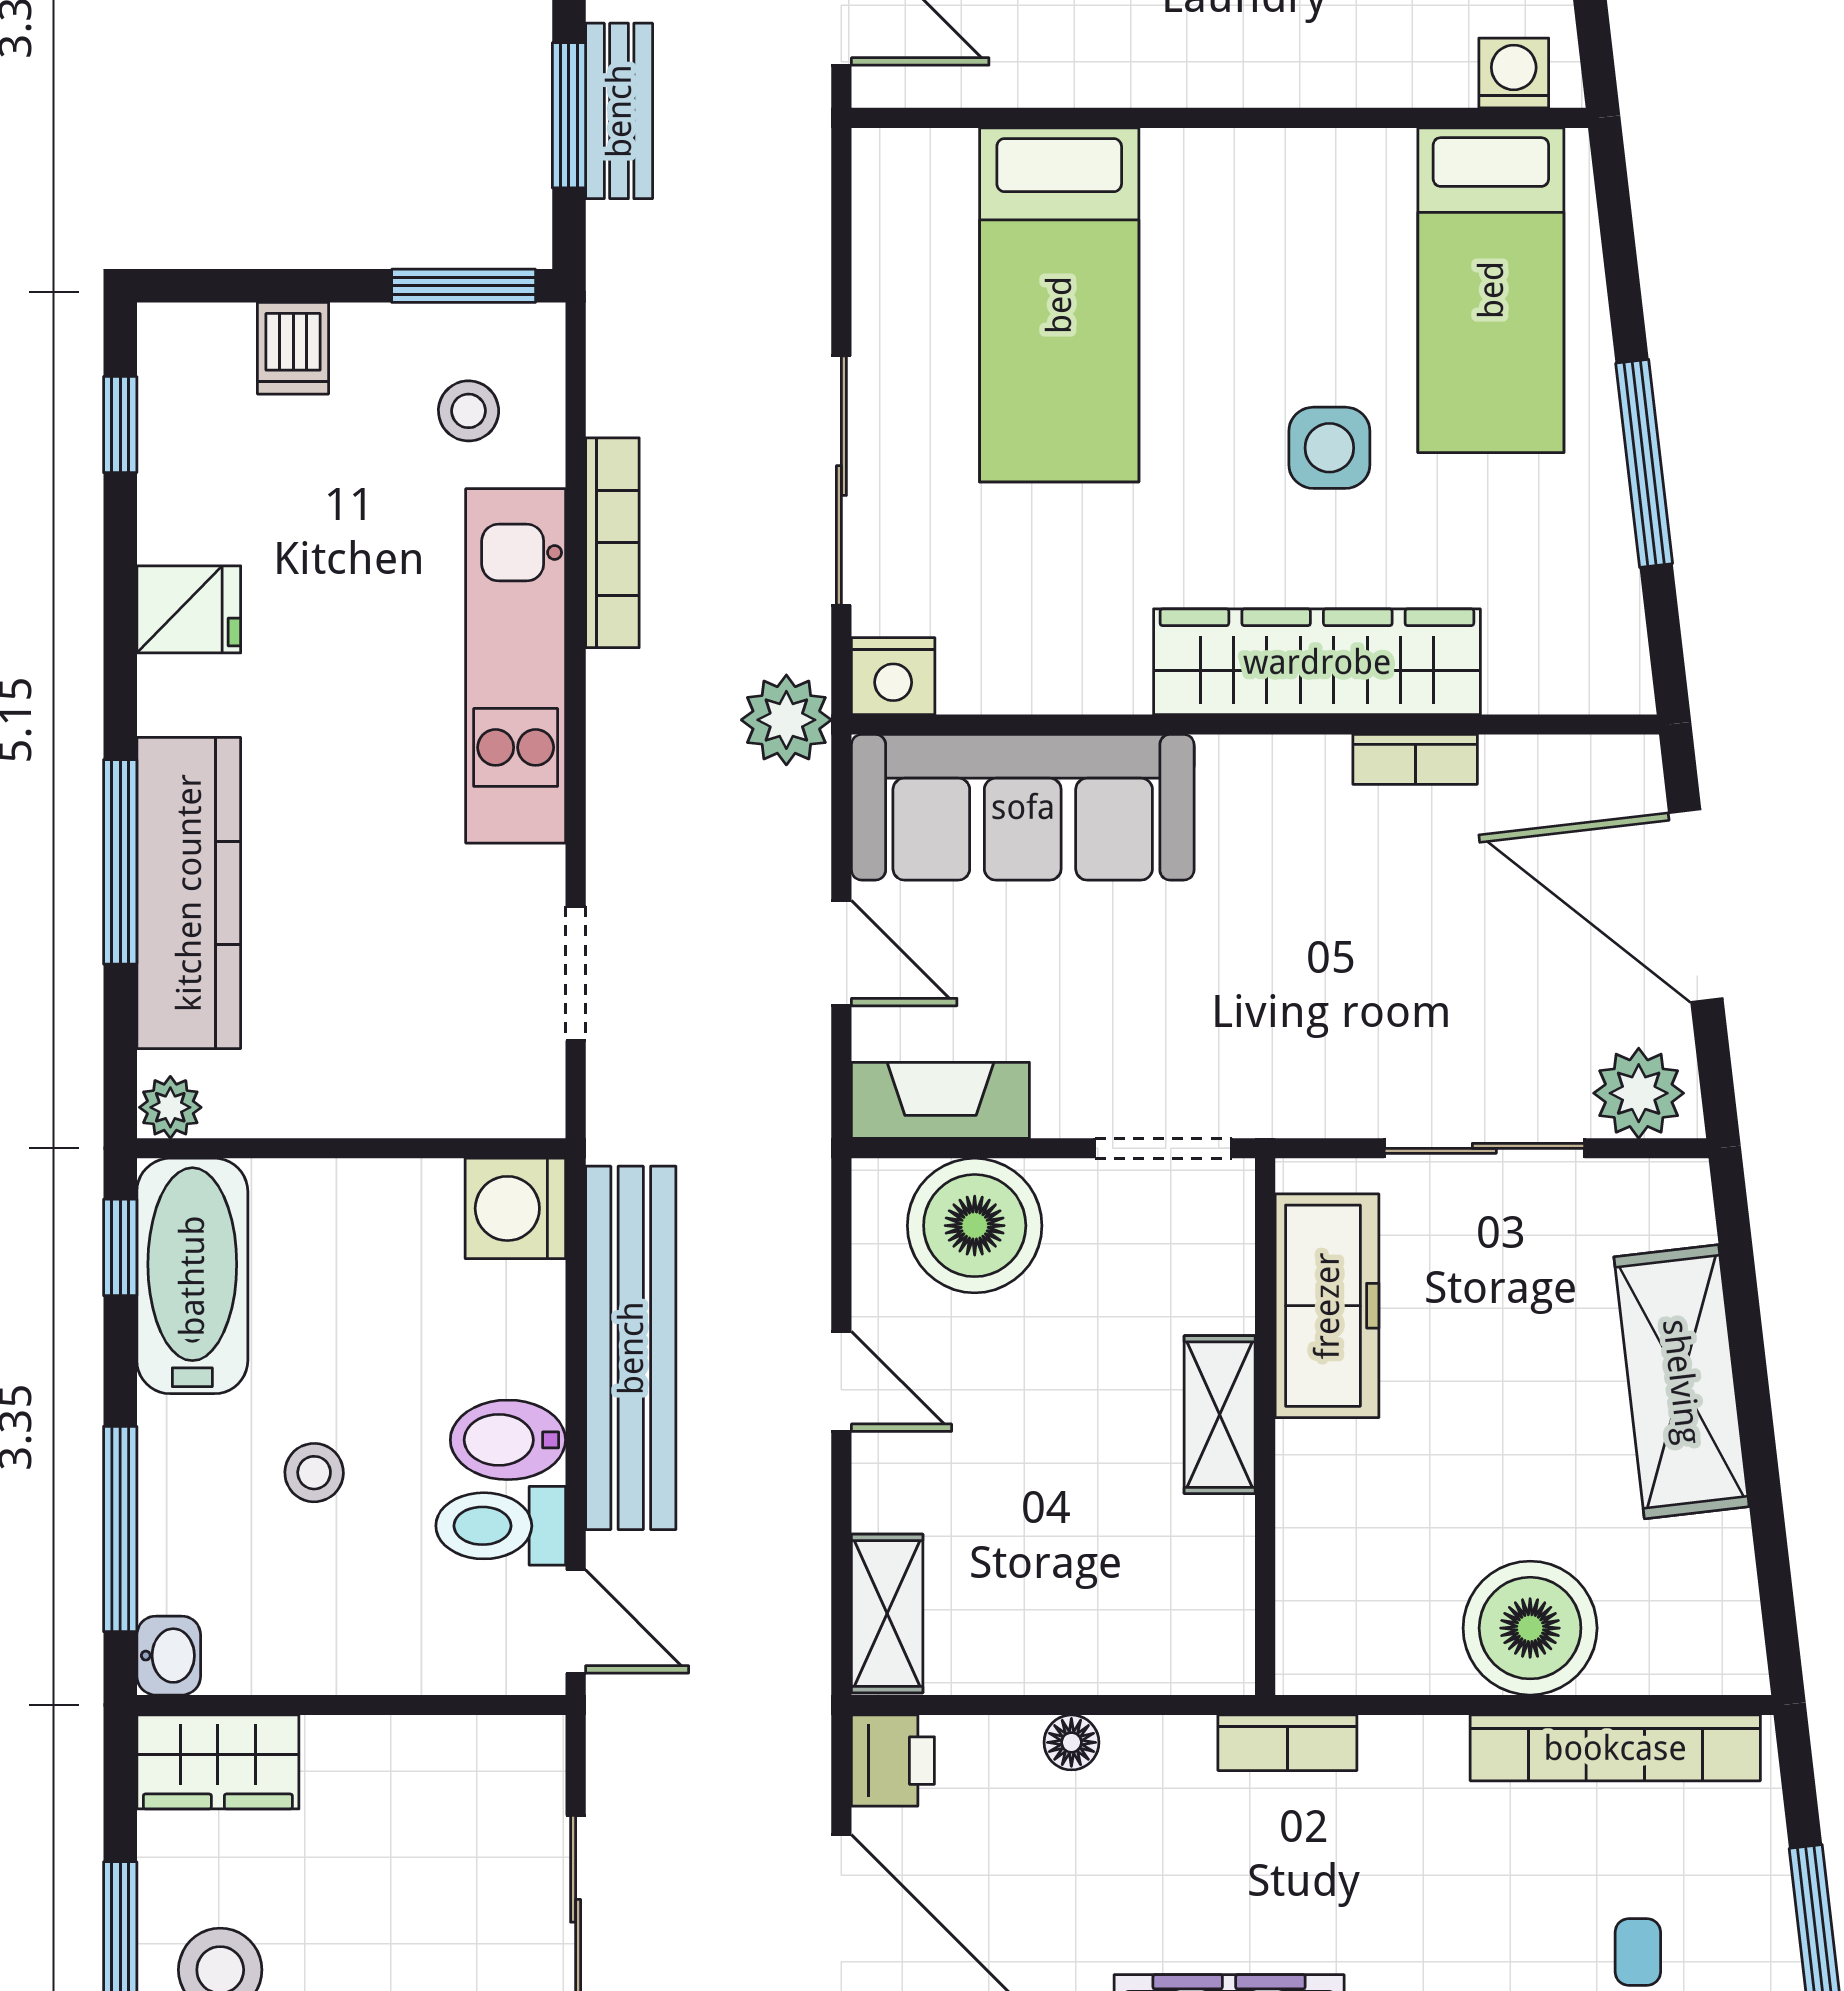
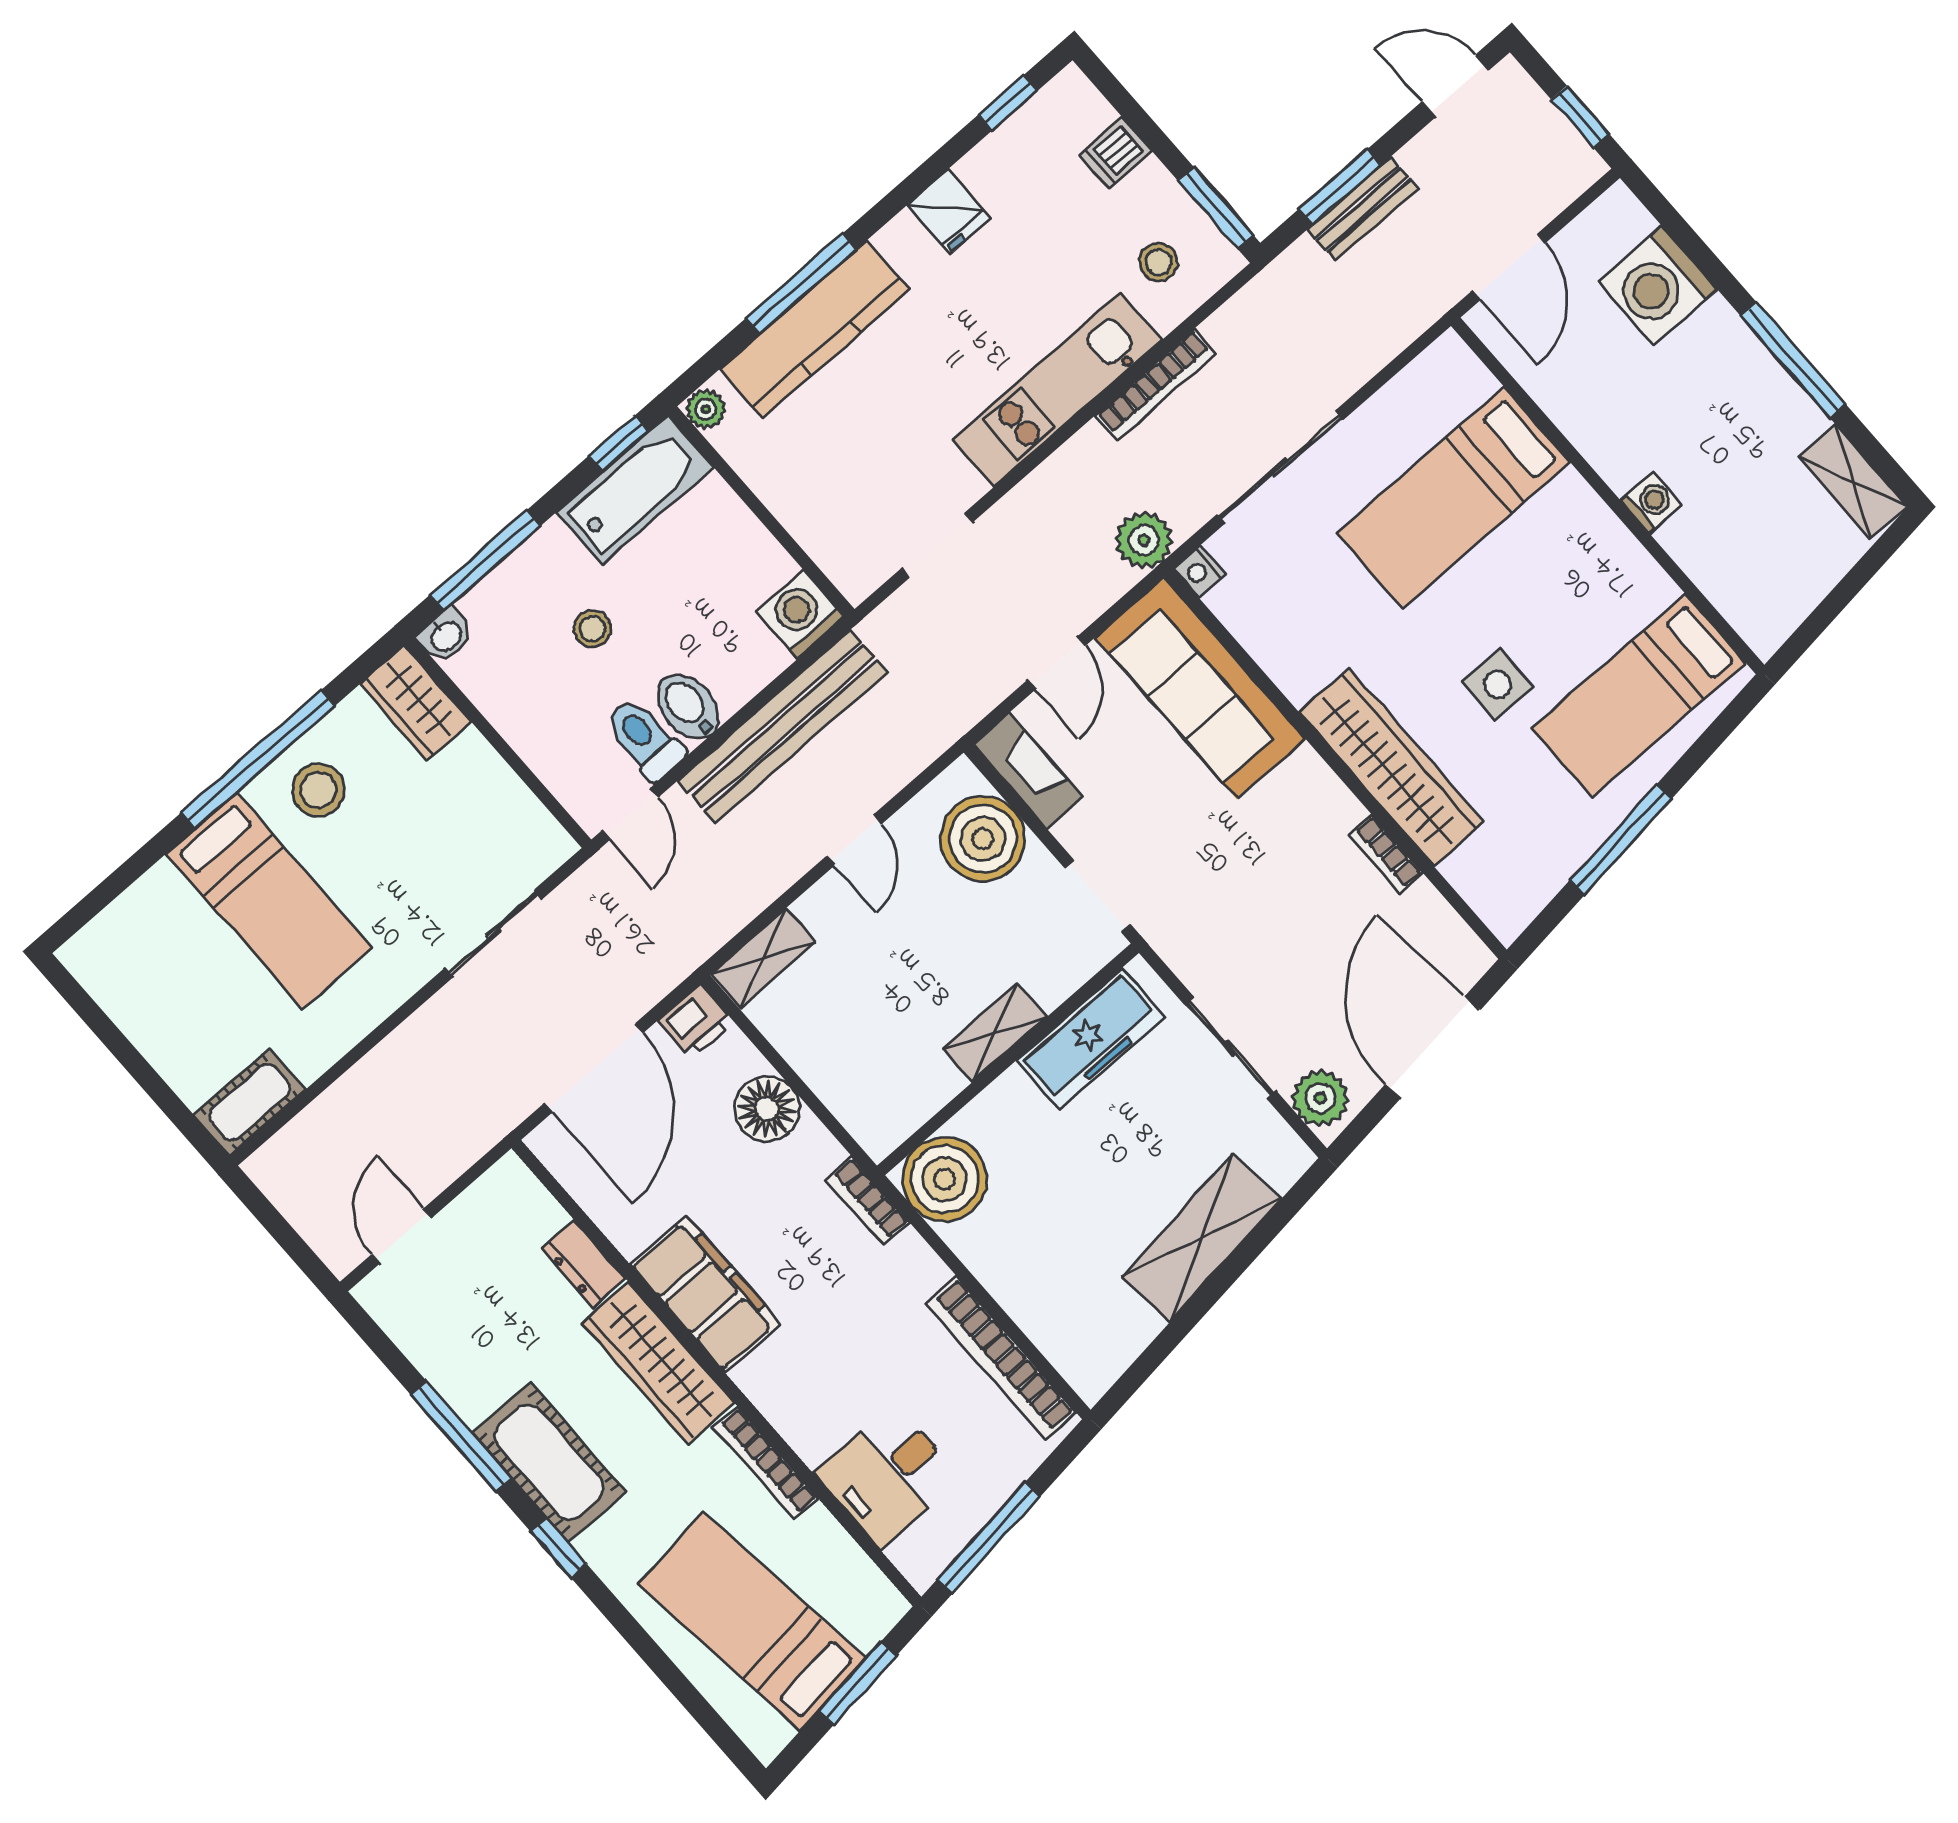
washing machine: (1514, 73) -> (1651, 502), moved
nightstand: (893, 676) -> (1199, 571), width x0.72, depth x0.74
boiler: (1530, 1628) -> (945, 1179), moved
floor lamp: (1071, 1742) -> (767, 1109), width x1.89, depth x1.89

